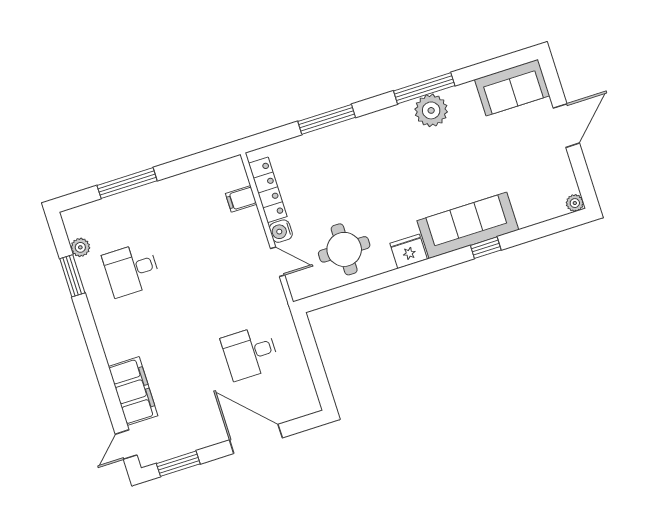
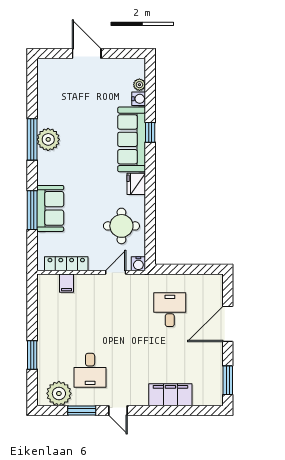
sofa: (512, 88) -> (50, 208), moved
window: (127, 183) -> (32, 355), width x0.69
plant: (575, 203) -> (139, 85), moved
water cooler: (527, 217) -> (139, 99), added
water cooler: (281, 231) -> (138, 264), moved
plant: (80, 247) -> (59, 393), width x1.87, depth x1.87
desk: (250, 353) -> (170, 310), turned 180
door: (126, 445) -> (118, 411), moved

